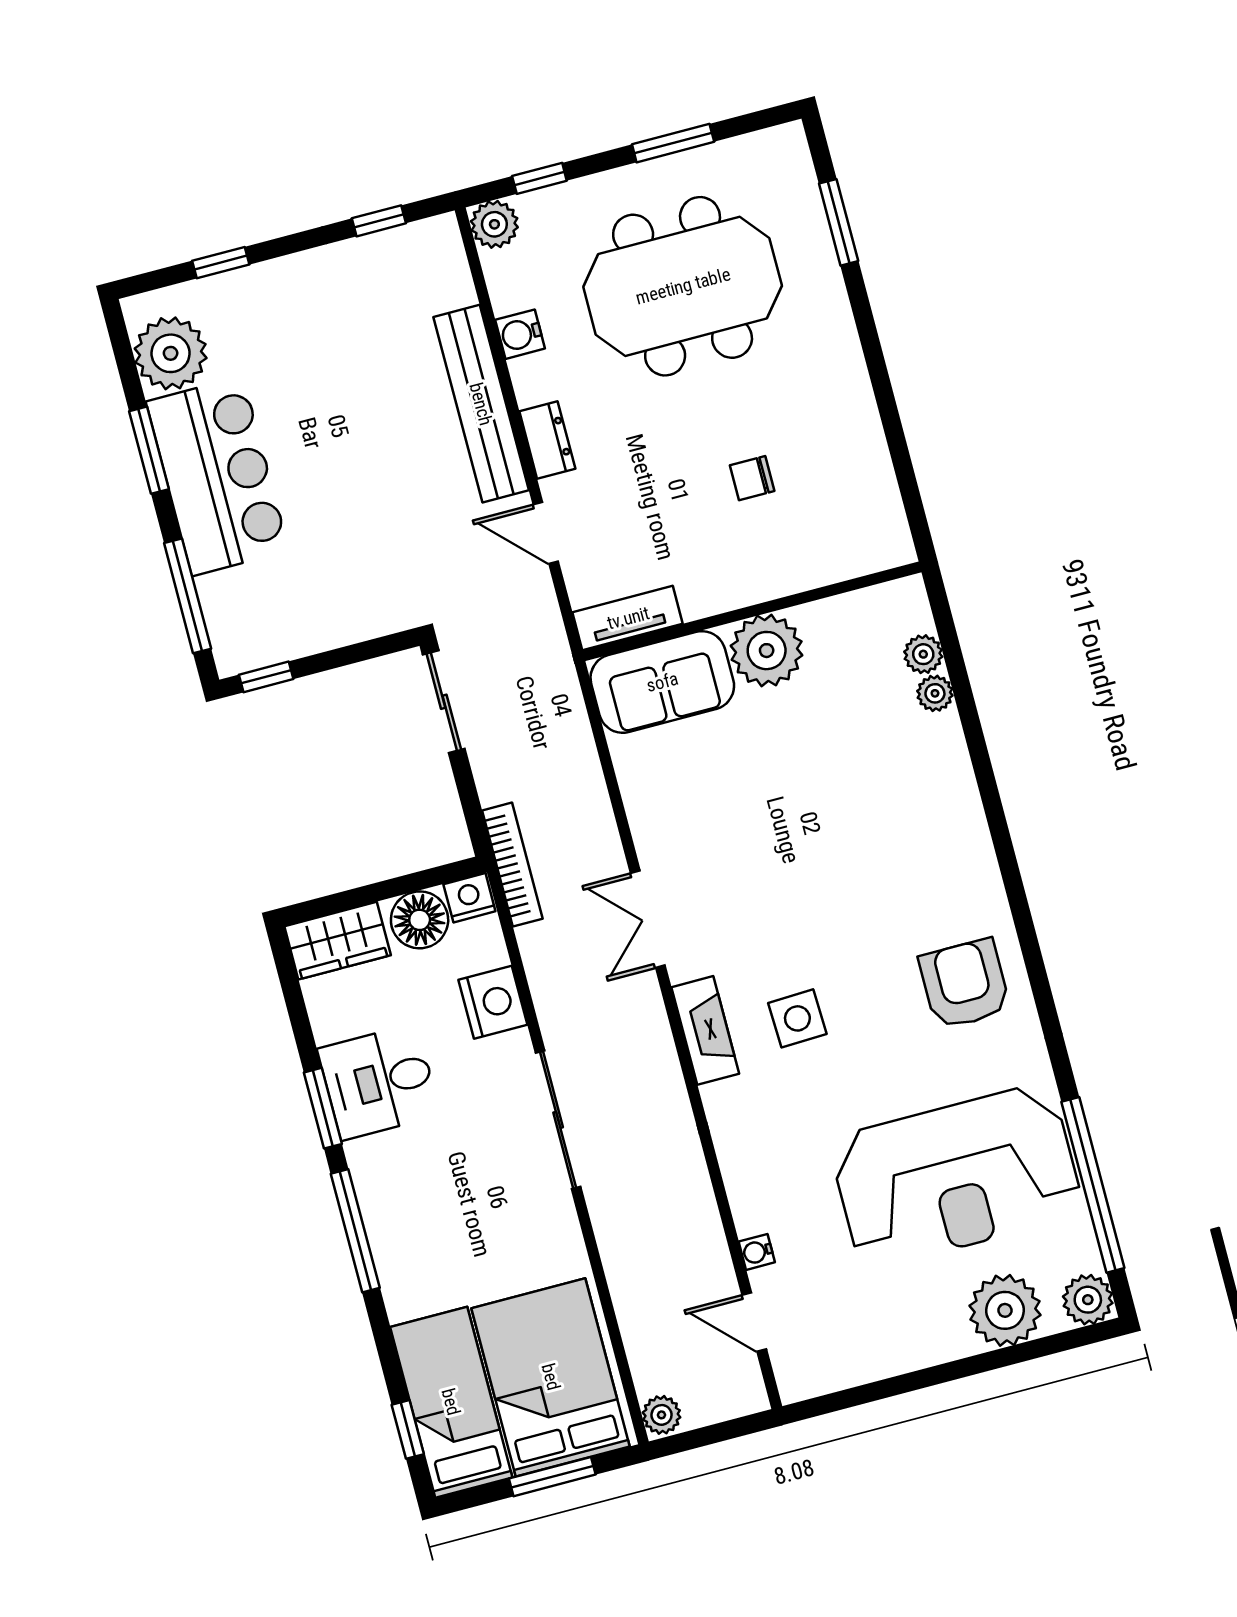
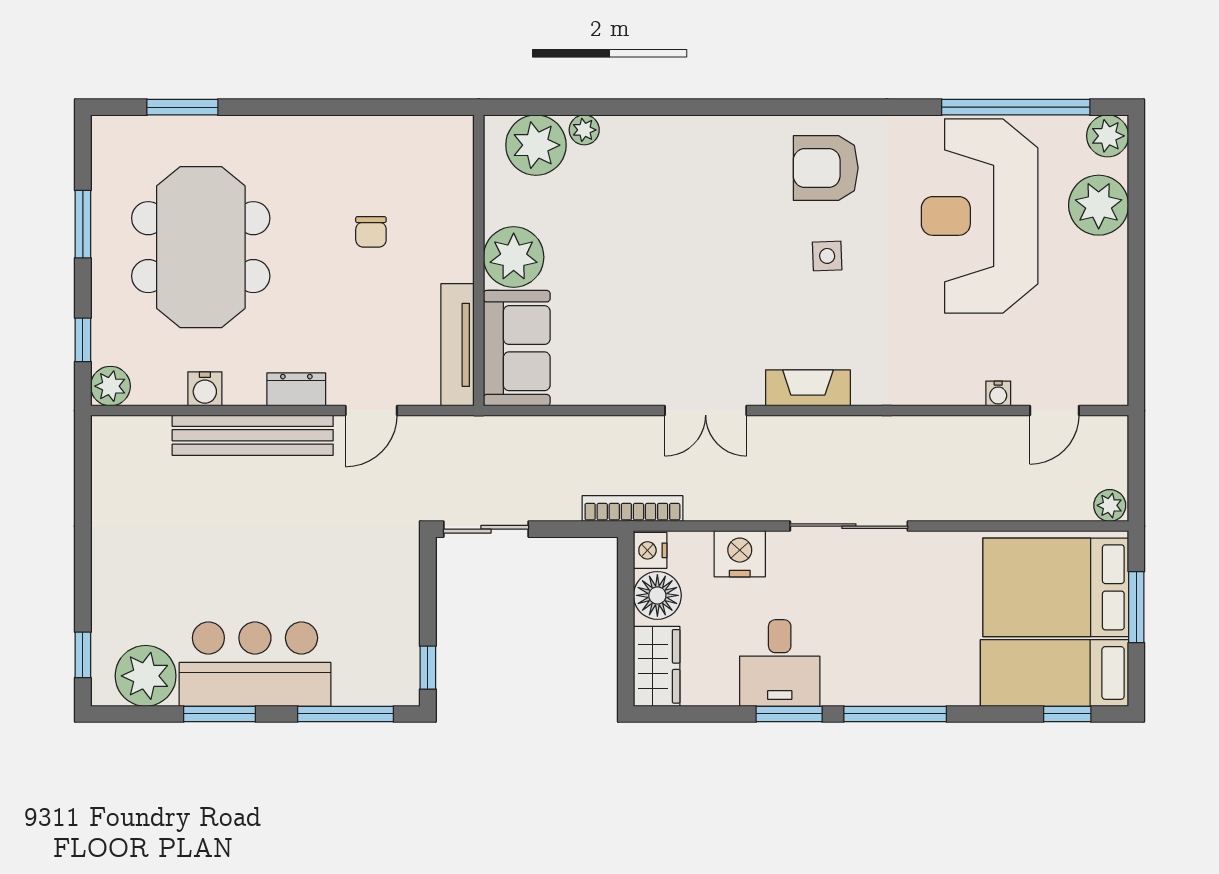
window: (379, 221) -> (83, 479), removed
window: (221, 263) -> (83, 655), moved
tv unit: (628, 618) -> (457, 345), width x1.41
plant: (923, 654) -> (536, 145), width x1.87, depth x1.87
side table: (797, 1018) -> (827, 256), moved, width x0.73, depth x0.73
reception desk: (956, 1176) -> (980, 216), turned 180

